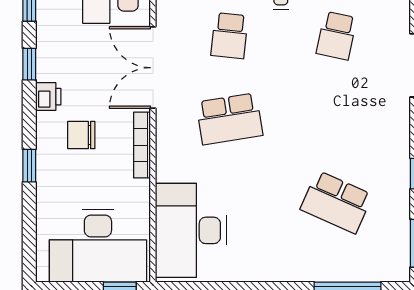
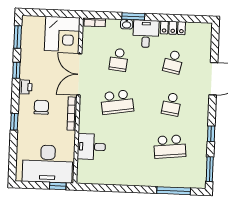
school desk: (337, 119) -> (171, 104), added
chair: (81, 135) -> (41, 107), turned 90
school desk: (337, 202) -> (170, 147), turned -30
desk: (191, 230) -> (91, 147), width x0.53, depth x0.77

